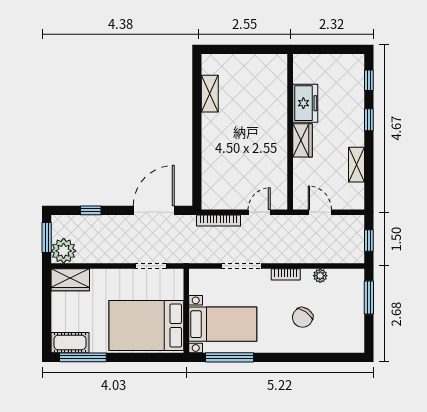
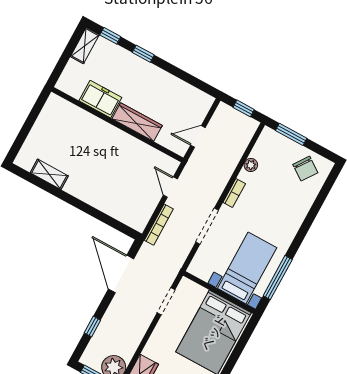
wardrobe: (302, 140) -> (137, 122), width x1.50
shelving: (356, 165) -> (85, 46), moved, turned 90
chair: (303, 317) -> (305, 169), moved

